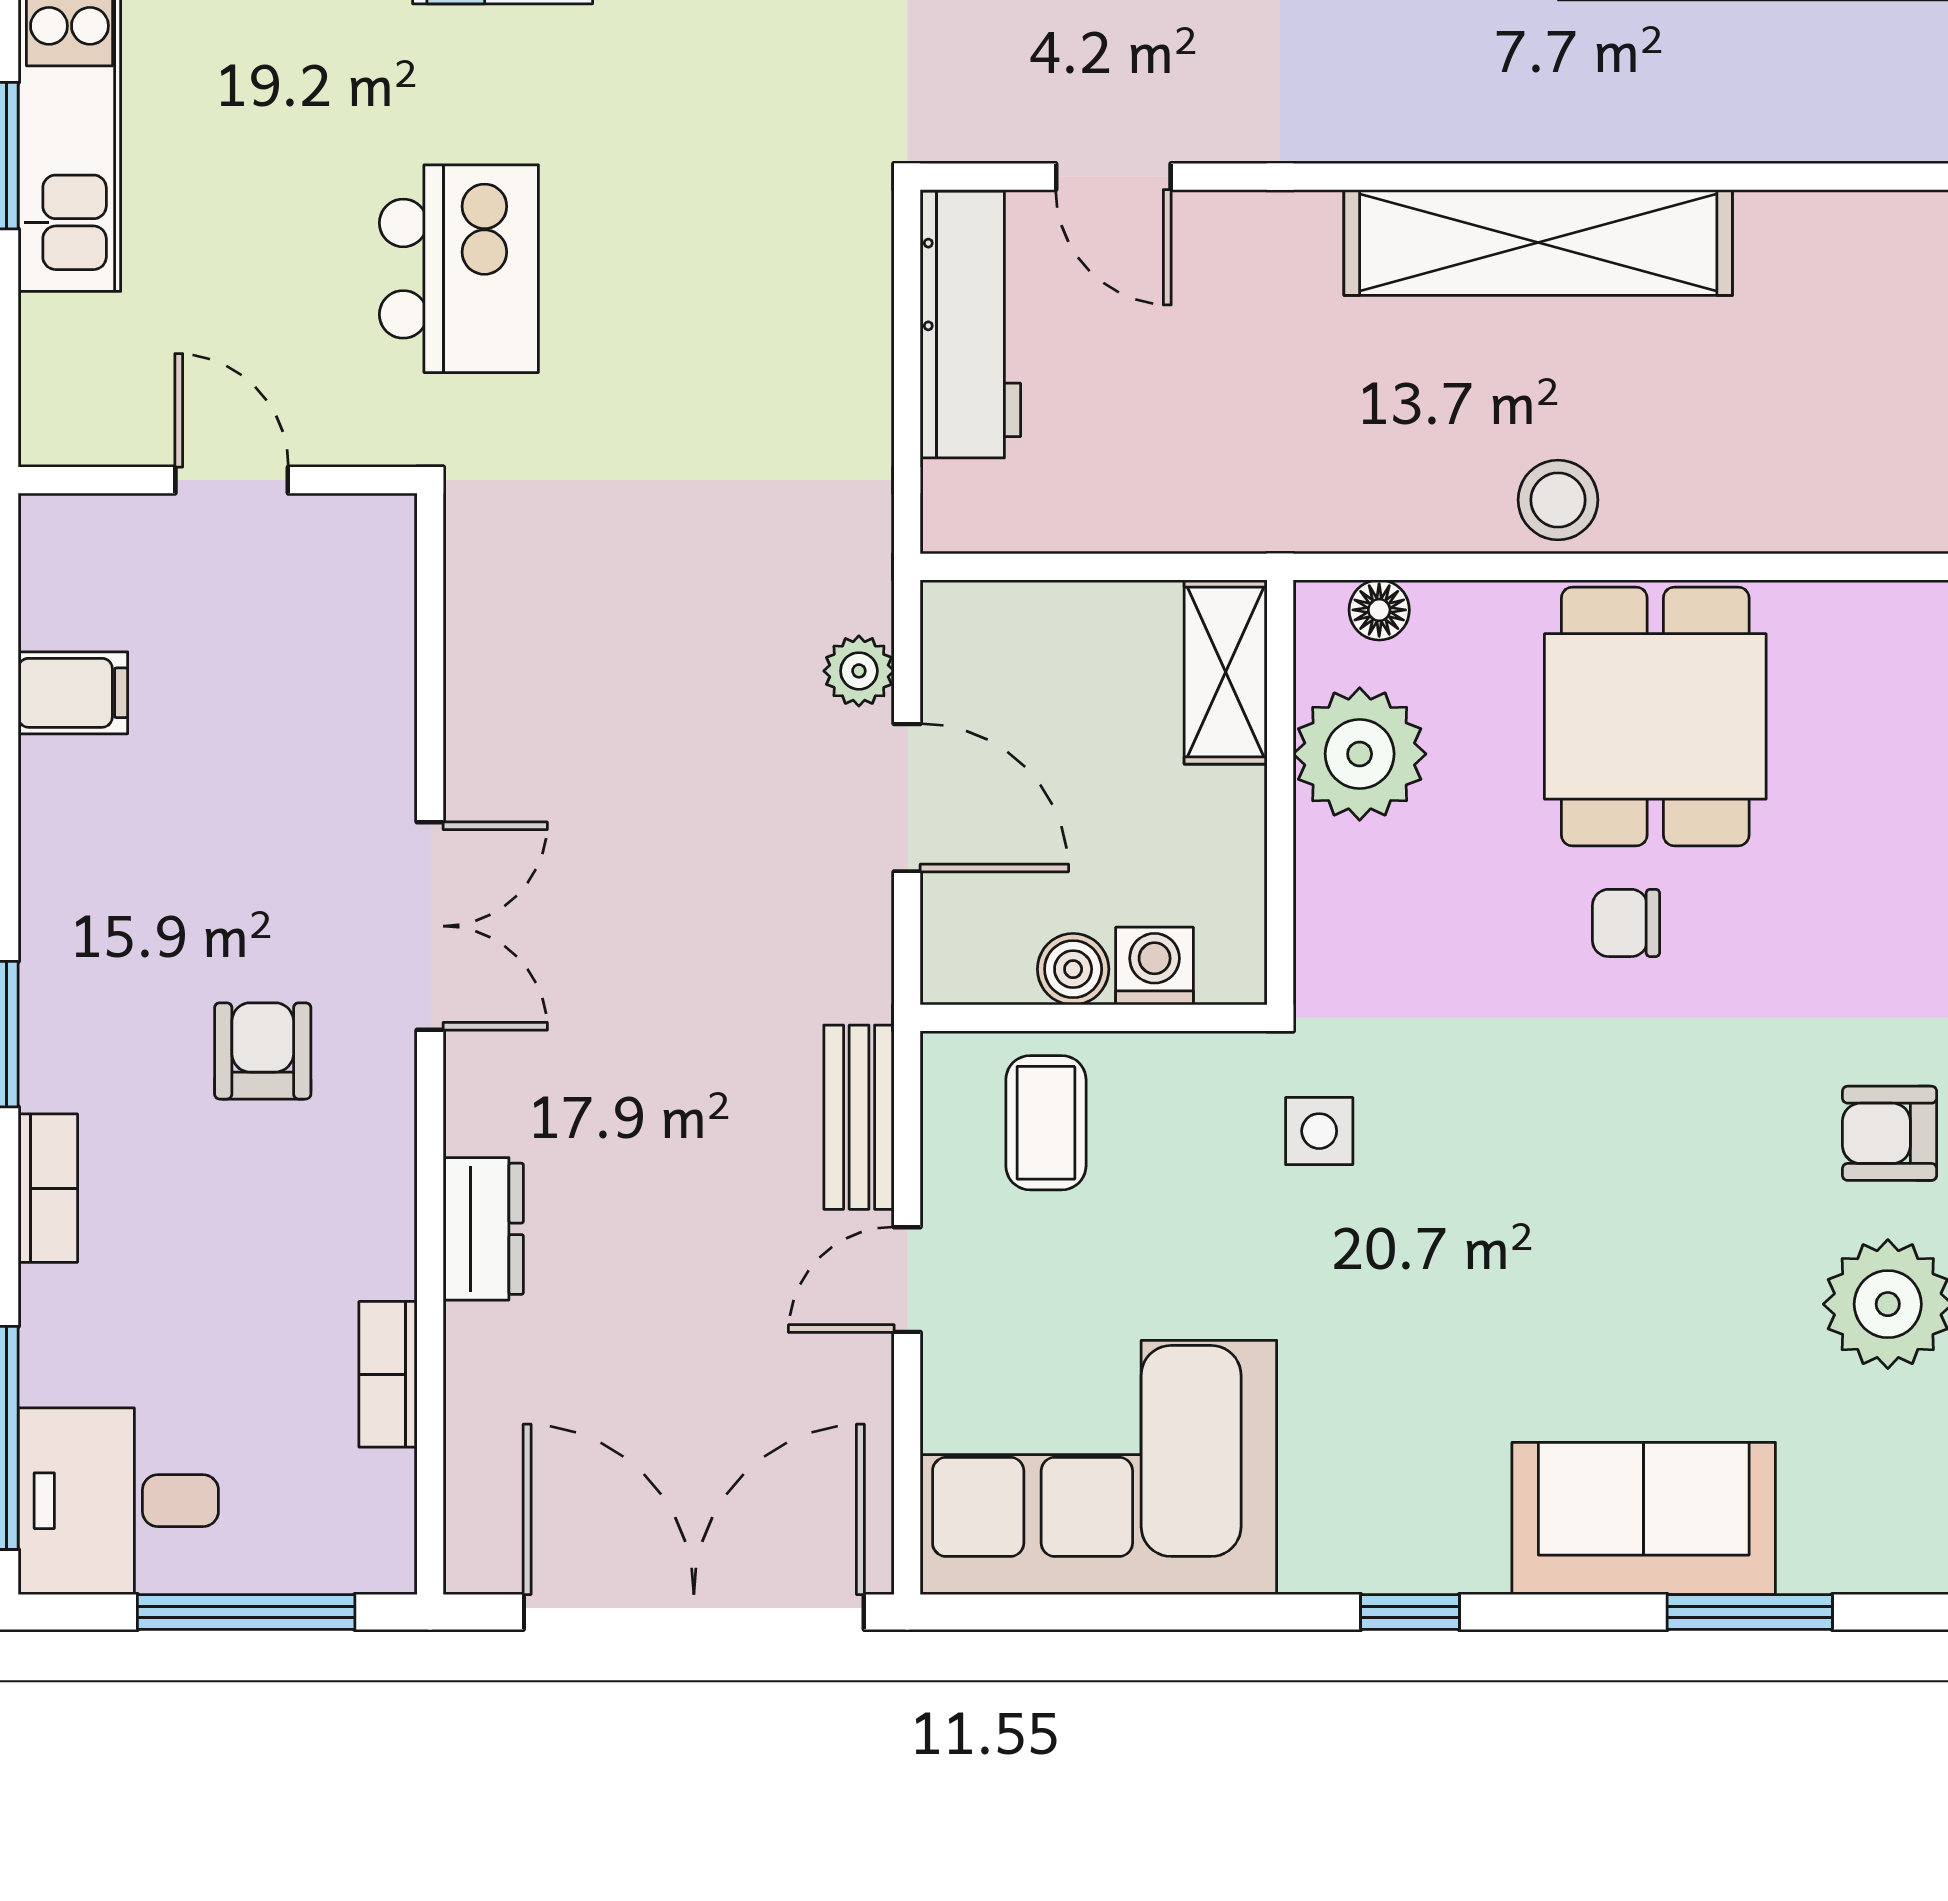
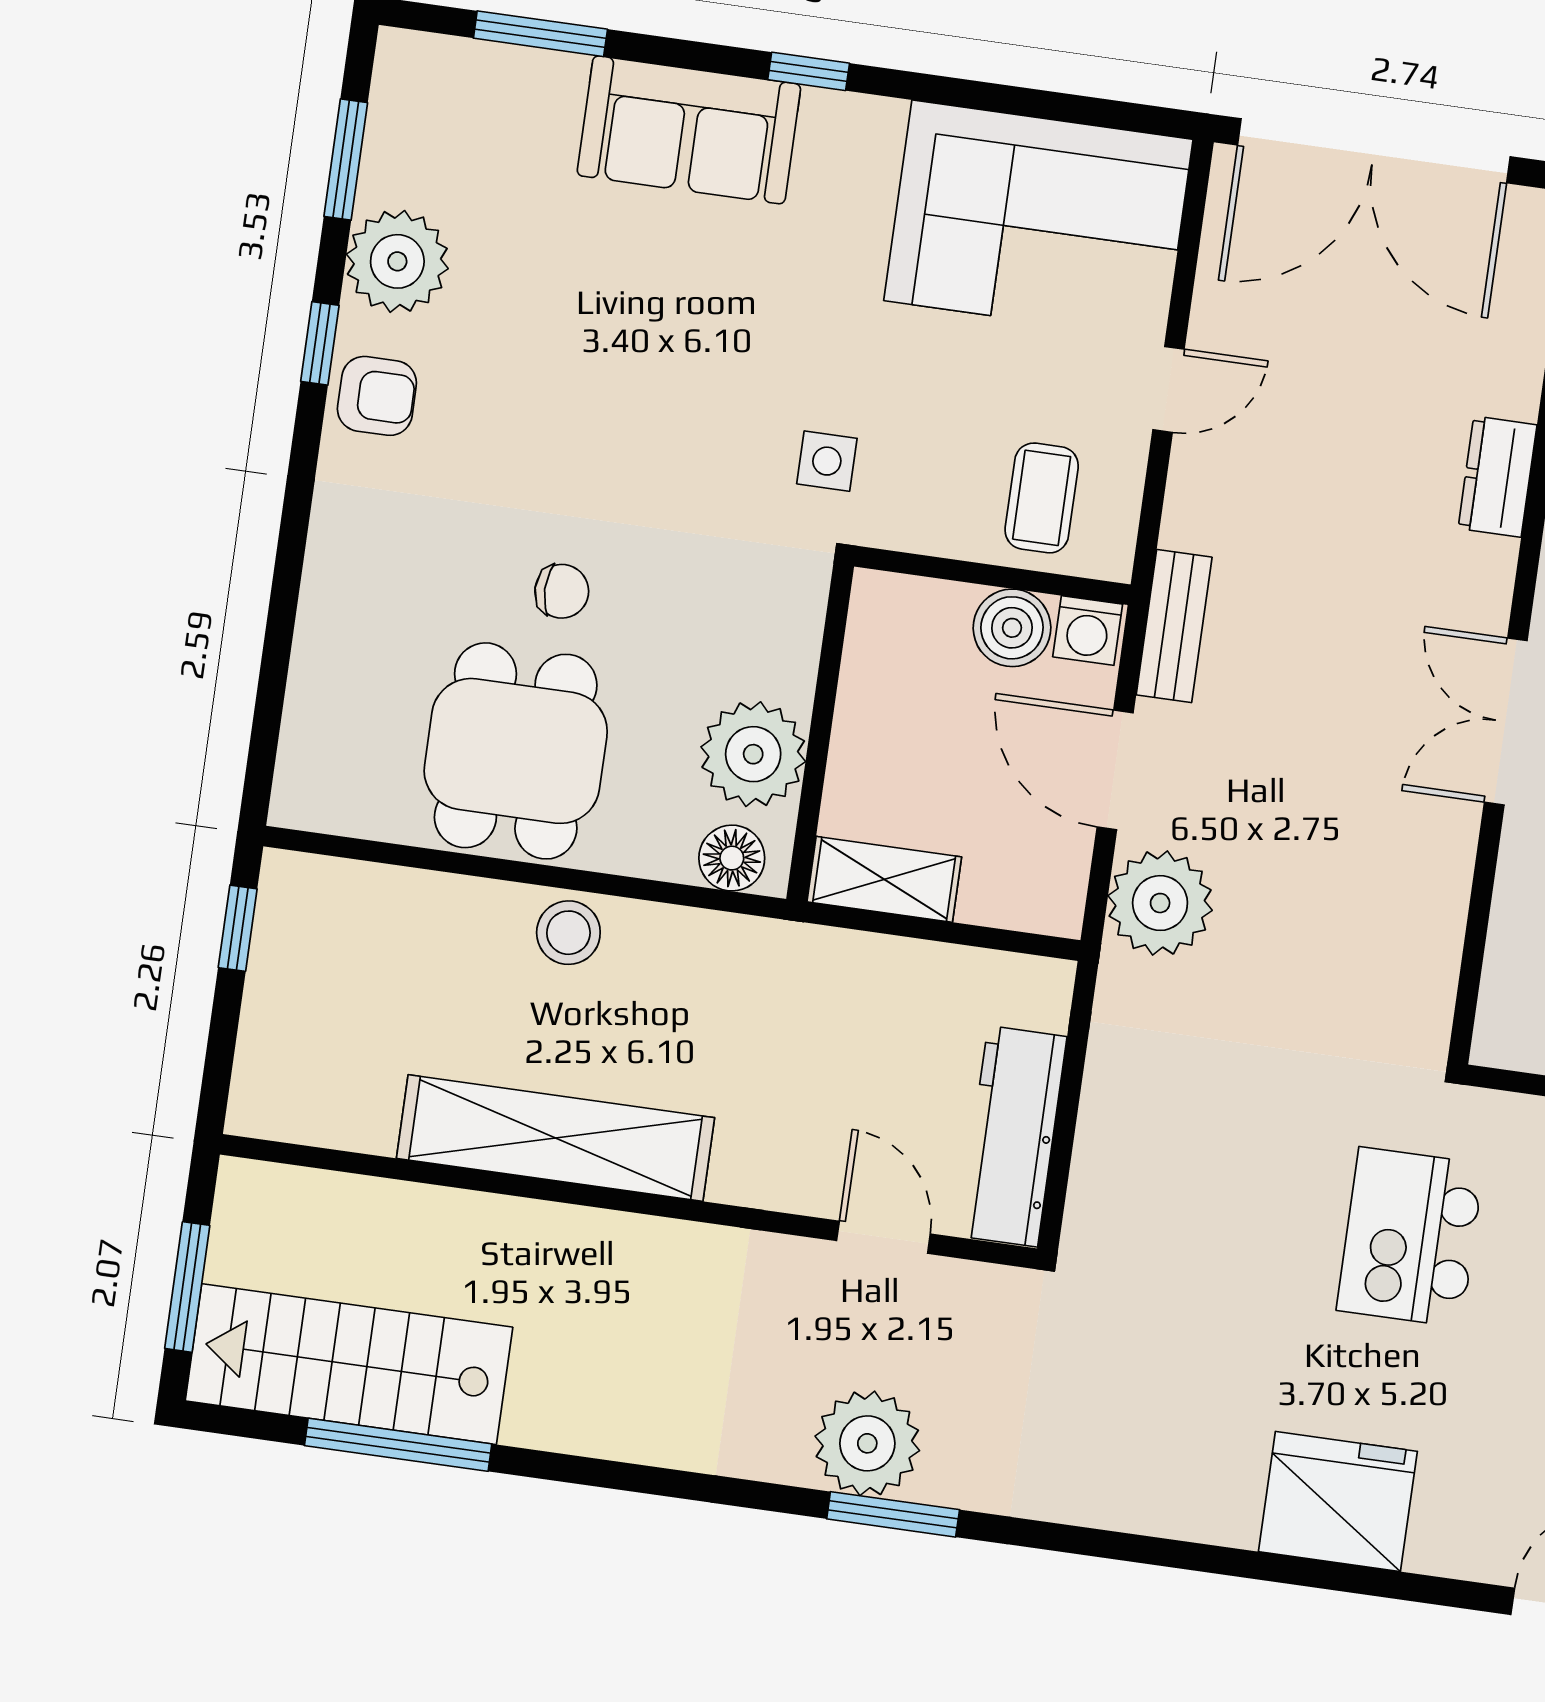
floor lamp: (1379, 610) -> (732, 858), width x1.37, depth x1.37
plant: (859, 671) -> (1160, 903), width x1.87, depth x1.87
shelving: (1226, 672) -> (884, 879), moved, turned 90
washing machine: (1155, 966) -> (1088, 630), moved
boiler: (1073, 969) -> (1012, 628), width x1.36, depth x1.36
bench: (859, 1117) -> (1174, 626), moved
sofa: (1644, 1518) -> (689, 130), moved

